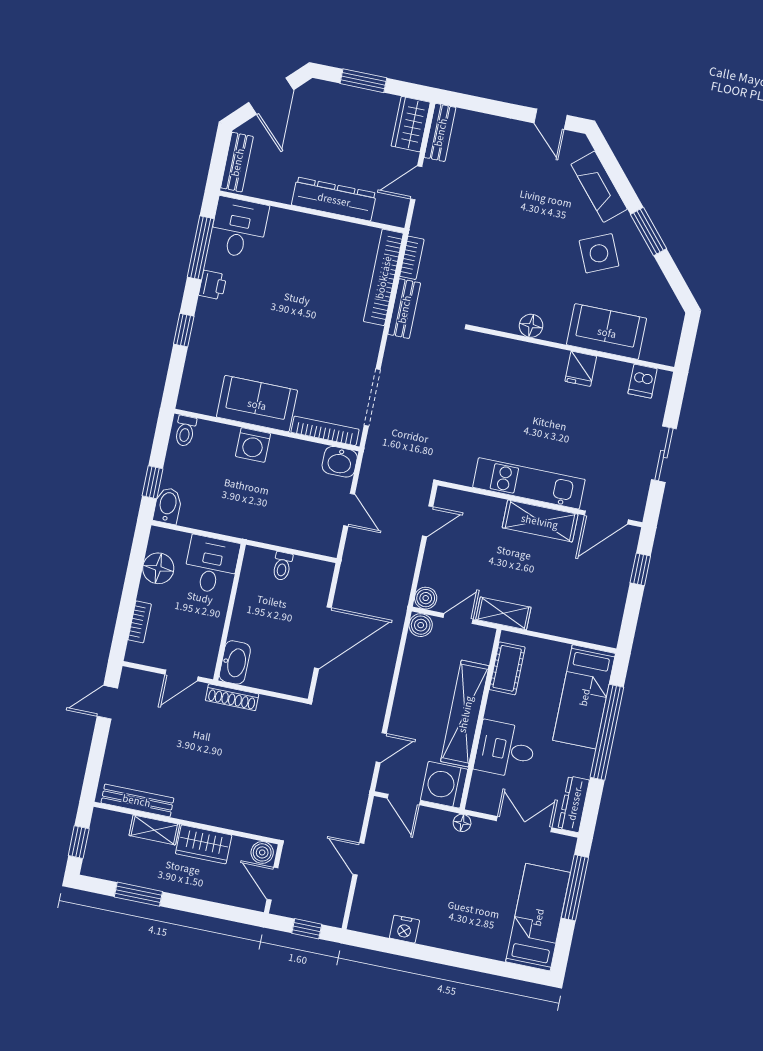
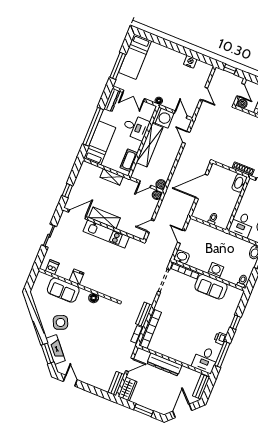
window: (648, 231) -> (48, 353), moved
shelving: (503, 613) -> (112, 177), moved
door: (381, 748) -> (186, 137), hinge flipped

